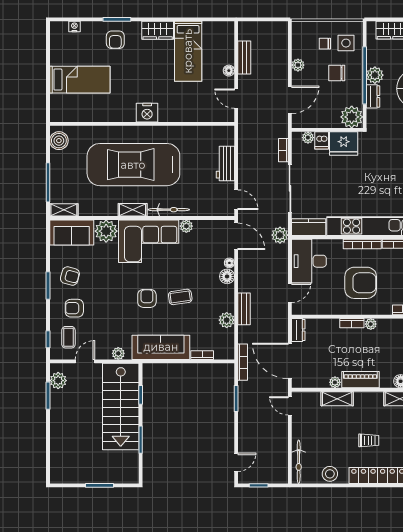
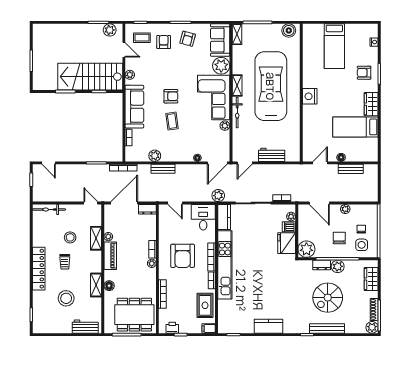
desk: (309, 261) -> (203, 217), width x0.73
floor lamp: (227, 276) -> (187, 156), removed
door: (290, 406) -> (91, 203), hinge flipped
stool: (330, 474) -> (70, 237), moved

